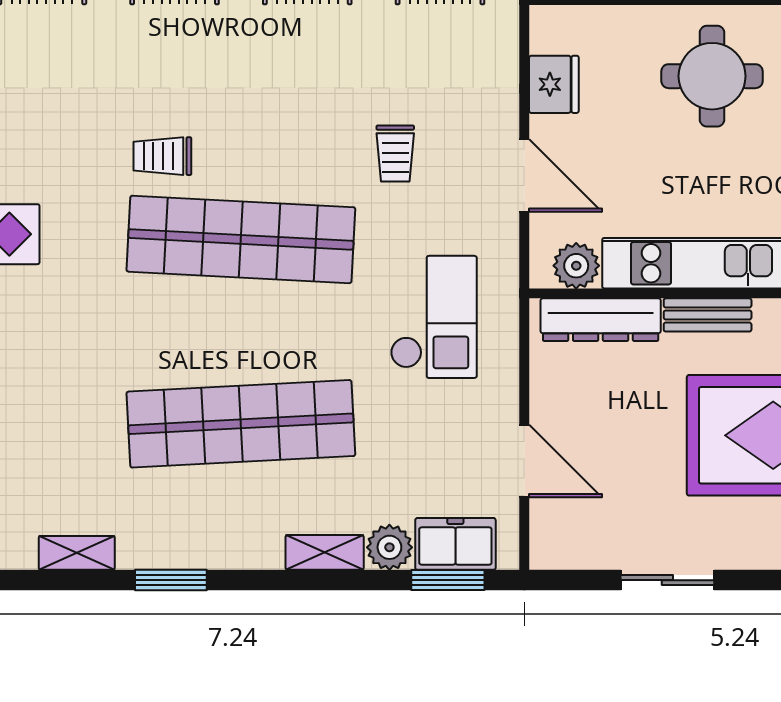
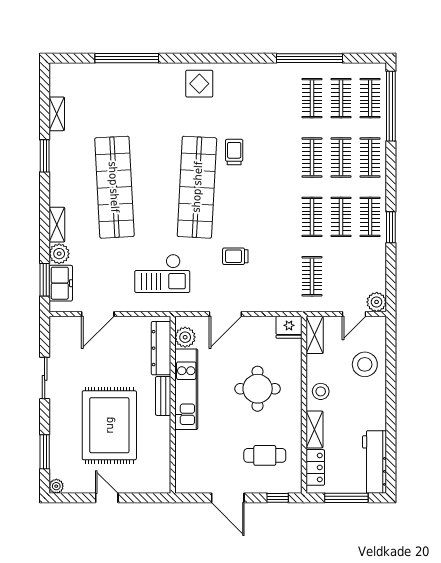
round table: (712, 76) -> (258, 389), moved
fridge: (554, 84) -> (289, 327), moved

